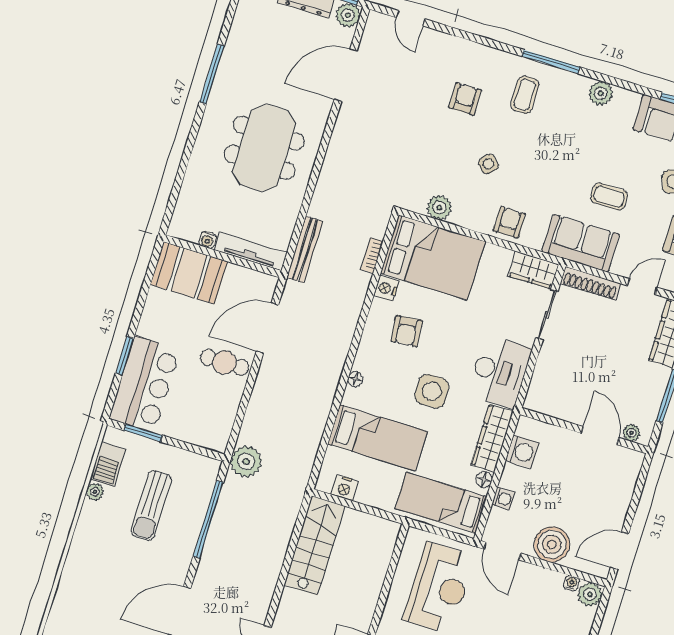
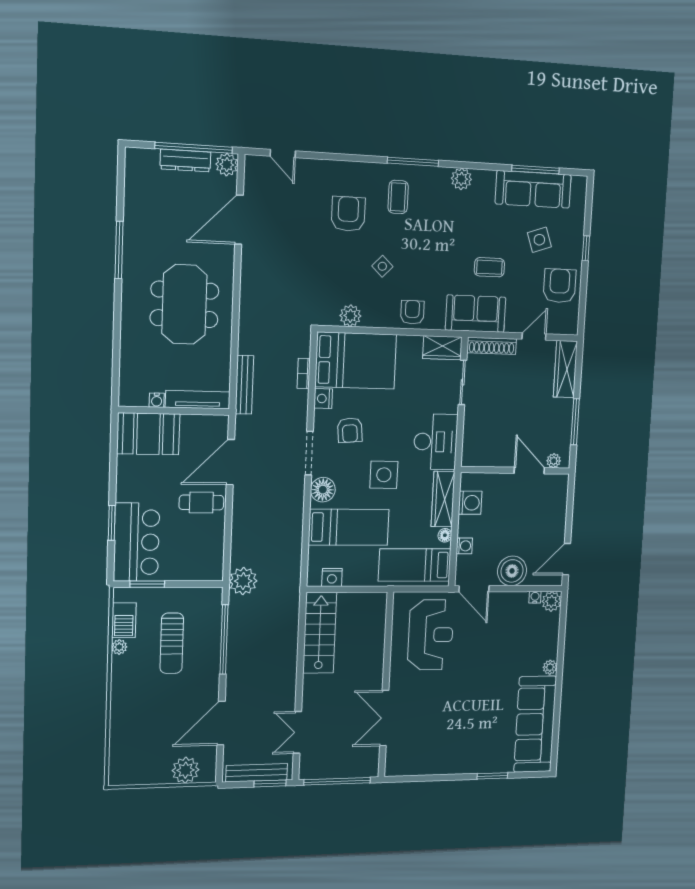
armchair: (465, 99) -> (348, 214), width x1.38, depth x1.38
doorway: (355, 343) -> (309, 453), added
floor lamp: (355, 379) -> (323, 490), width x1.89, depth x1.89

